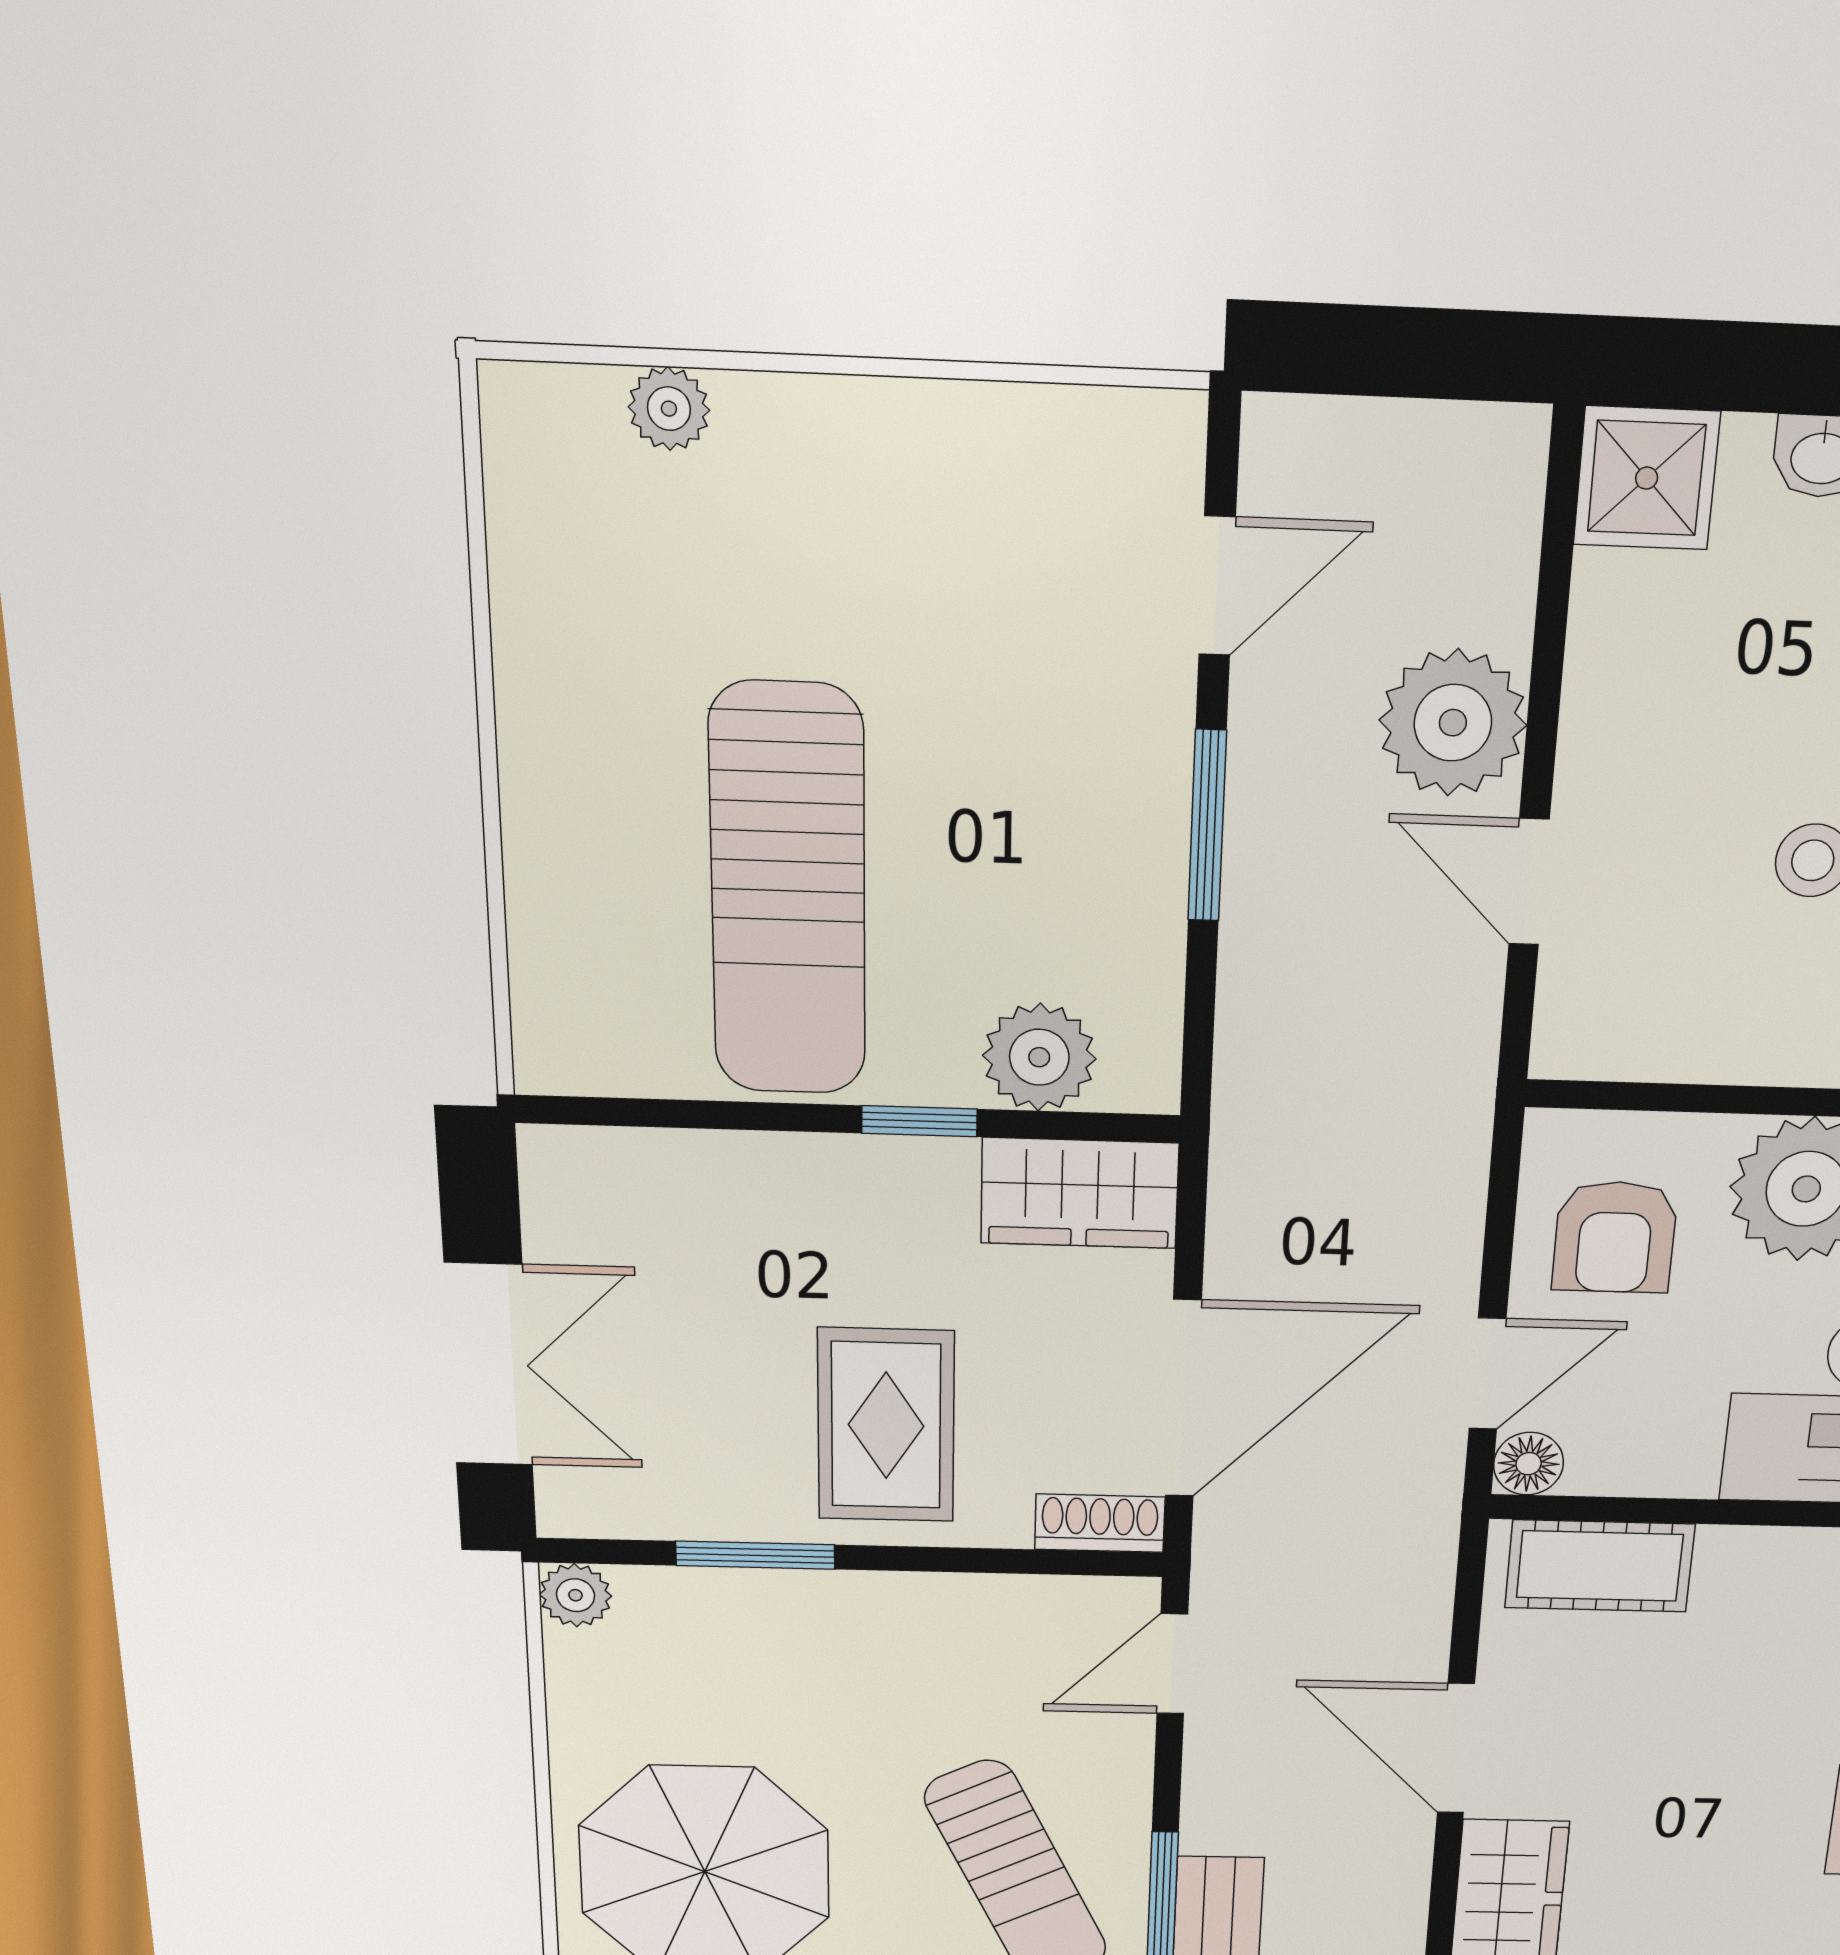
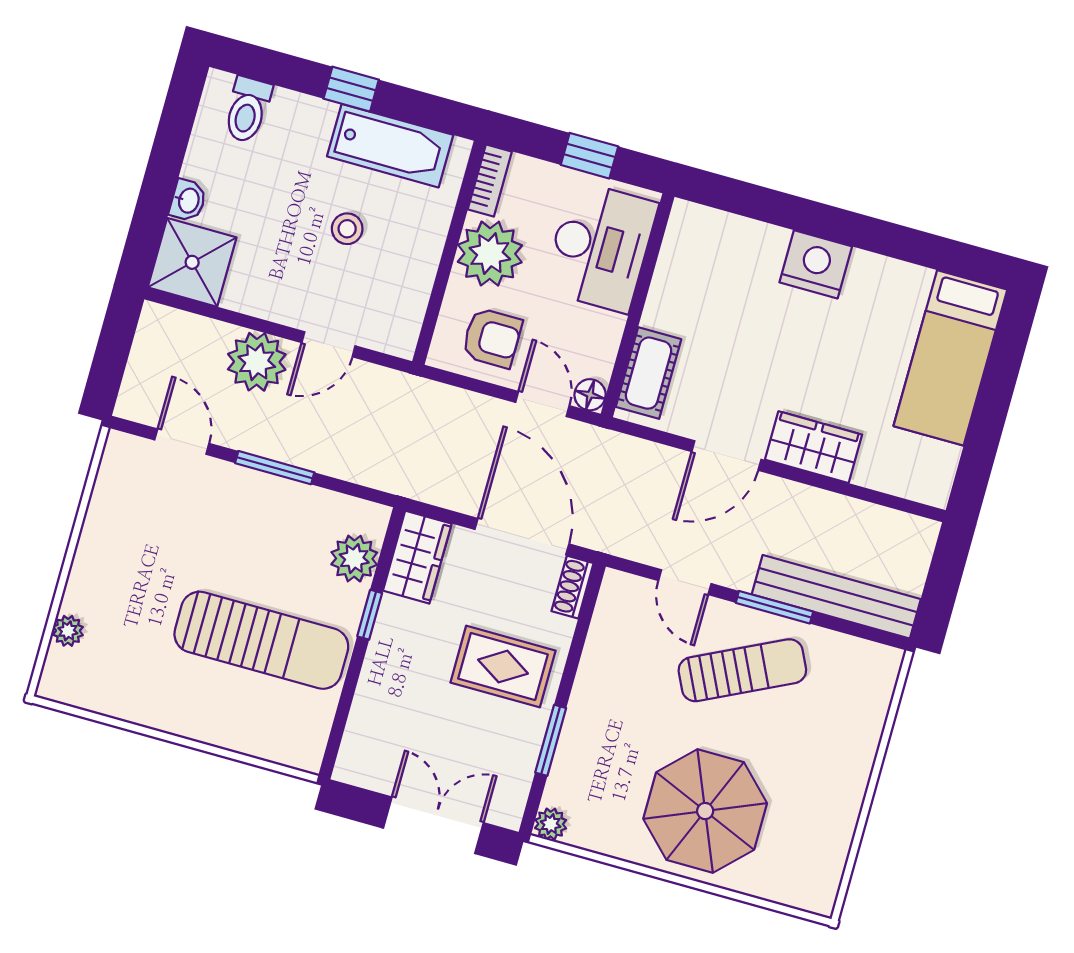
shower: (1647, 478) -> (192, 262), width x1.36, depth x1.36
door: (1172, 1664) -> (685, 582), moved

